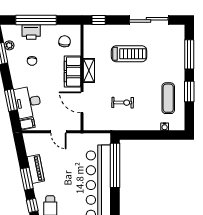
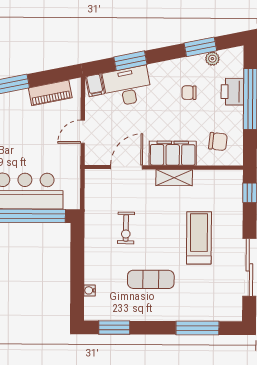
treadmill: (129, 54) -> (199, 238), turned 180
window: (189, 92) -> (114, 328), moved
exercise mat: (168, 98) -> (151, 279), moved
piano: (36, 169) -> (50, 93), moved

